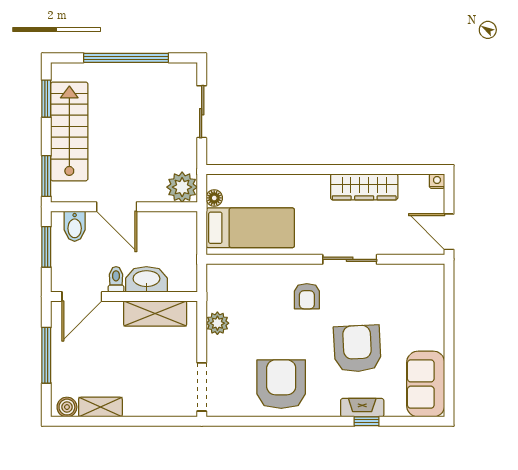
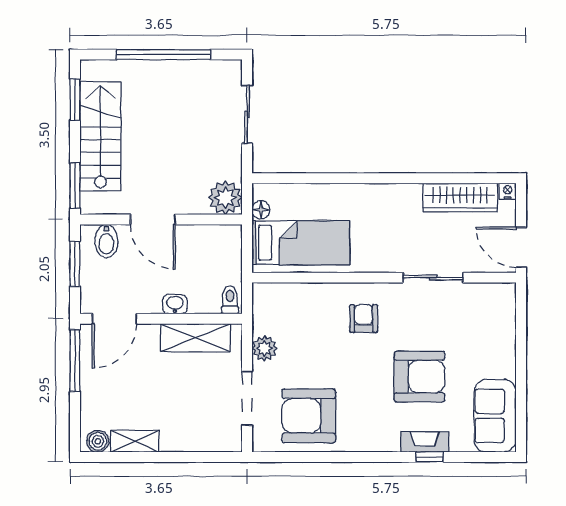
wardrobe: (364, 187) -> (460, 197), moved
sliding door: (350, 259) -> (433, 278), moved
toilet: (116, 279) -> (230, 300), moved
washbasin: (146, 279) -> (175, 304), width x0.52, depth x0.69
armchair: (307, 296) -> (364, 319), turned 180
armchair: (357, 349) -> (419, 377), turned 93
window: (46, 355) -> (75, 361), moved
armchair: (281, 384) -> (309, 416), moved, turned -90
doorway: (202, 387) -> (247, 398), moved

